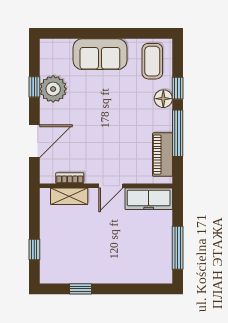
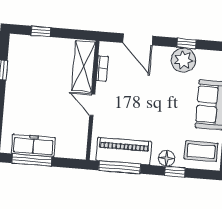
window: (178, 133) -> (120, 167), moved
piano: (162, 155) -> (124, 151), width x1.37, depth x1.33
shelving: (69, 196) -> (83, 66), width x1.50, depth x1.33
freezer: (149, 199) -> (33, 146), moved, turned 90

